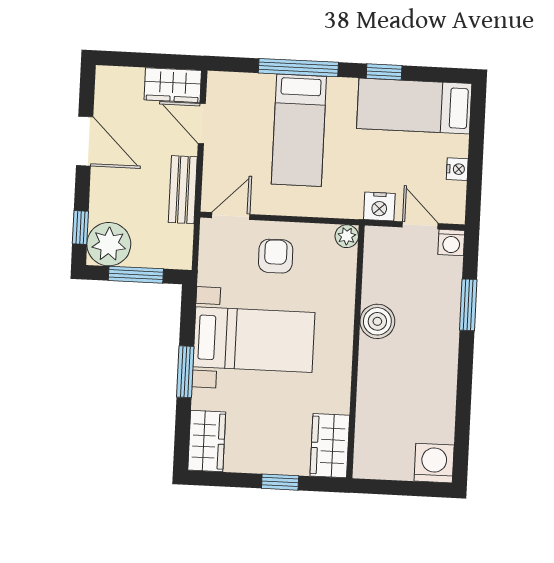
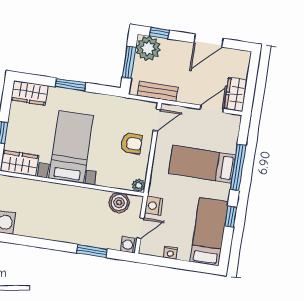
bench: (183, 190) -> (158, 91), moved
door: (231, 216) -> (157, 120), hinge flipped
boiler: (377, 321) -> (119, 203), moved
bed with nightstands: (254, 340) -> (71, 147), moved, turned 180

